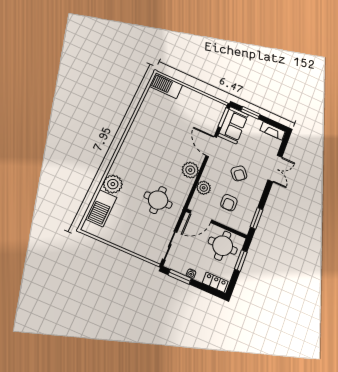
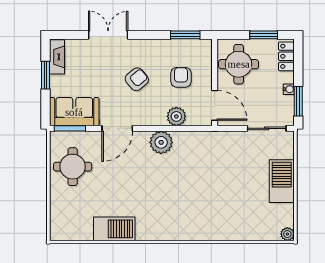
barbecue: (166, 86) -> (114, 229), moved, turned -90
window: (250, 113) -> (46, 75), moved
plant: (113, 184) -> (287, 234), moved, width x0.53, depth x0.53
round table: (158, 200) -> (73, 167), moved
armchair: (229, 203) -> (181, 77), turned -90
barbecue: (101, 208) -> (282, 181), moved, turned -90
window: (241, 261) -> (264, 35), moved

